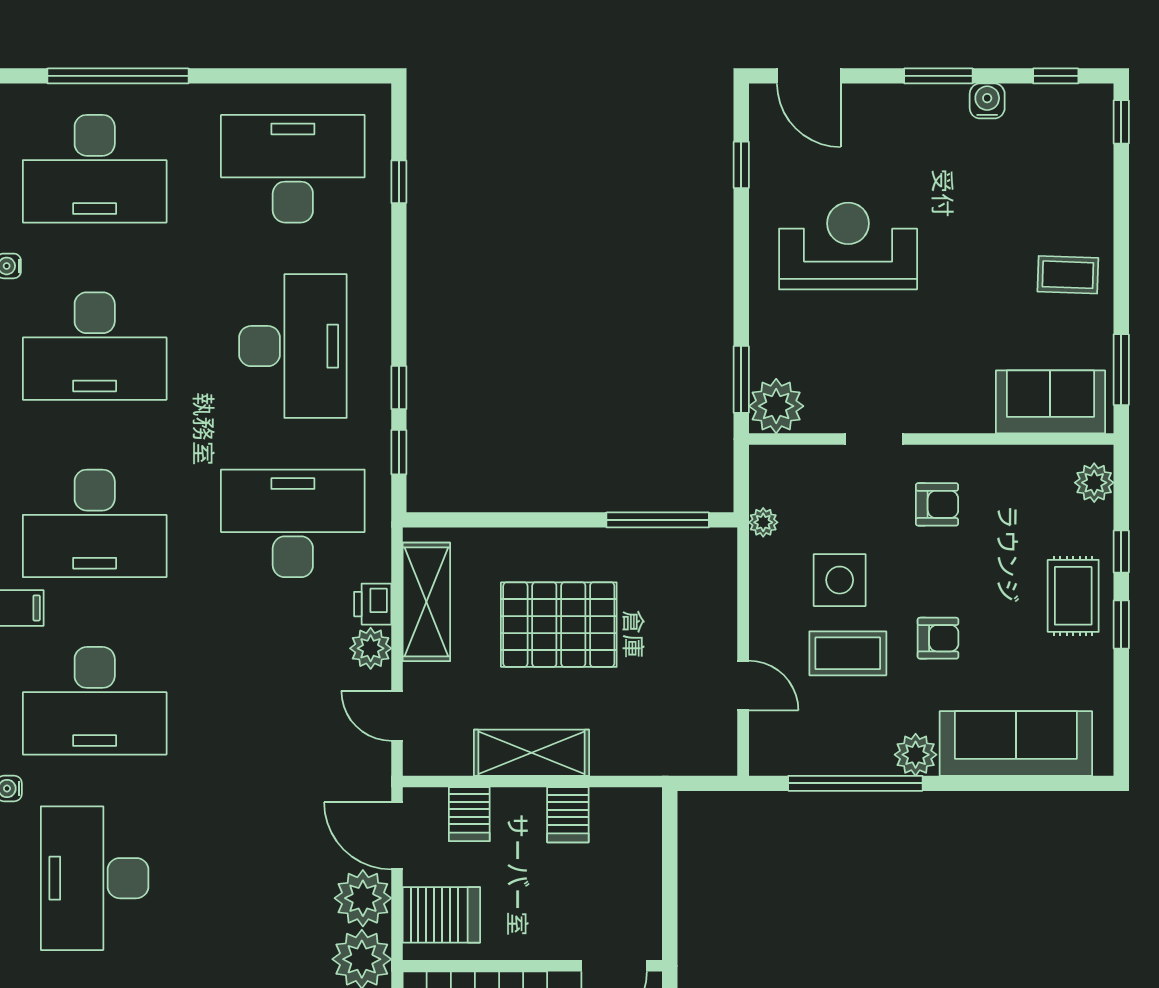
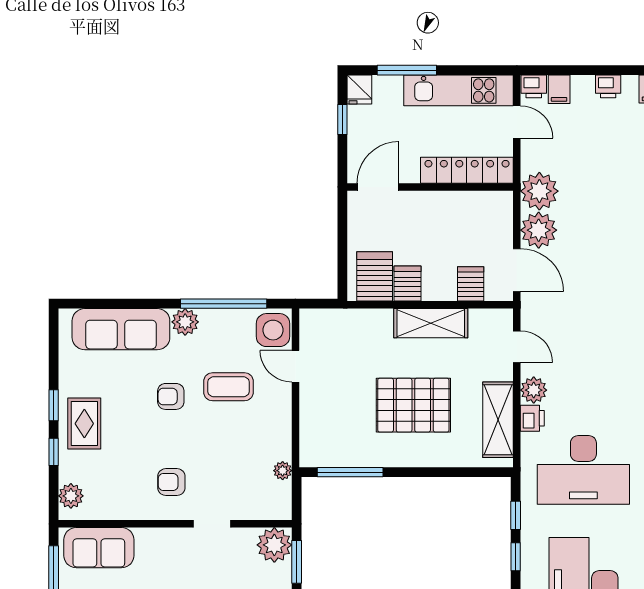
side table: (840, 580) -> (273, 330), moved
server rack: (441, 915) -> (375, 276), moved, turned 90

